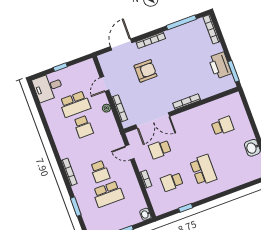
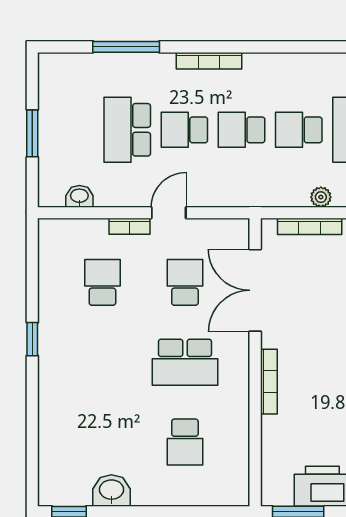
school desk: (92, 149) -> (242, 130), added
door: (130, 152) -> (169, 213), moved
school desk: (203, 170) -> (185, 362), moved
window: (76, 207) -> (126, 47), width x1.44
window: (186, 208) -> (32, 339), moved
washbasin: (145, 214) -> (79, 196), moved

